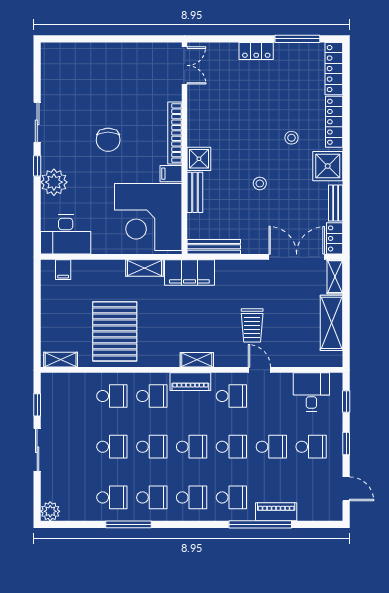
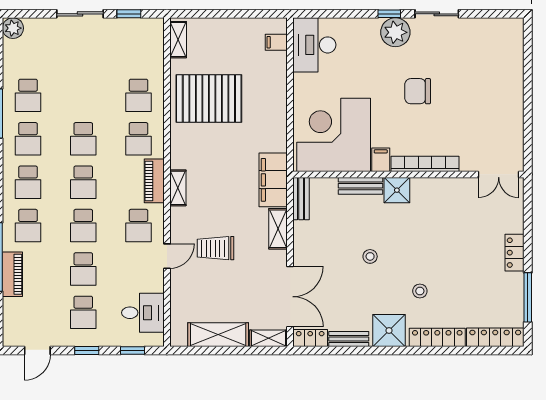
plant: (54, 182) -> (395, 32), moved
bench: (214, 247) -> (301, 199), width x0.73
shelving: (145, 268) -> (278, 229), moved
school desk: (112, 447) -> (83, 95), removed

